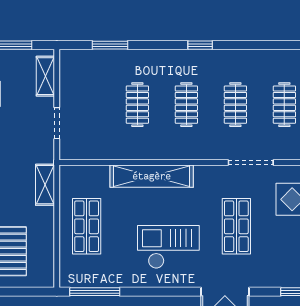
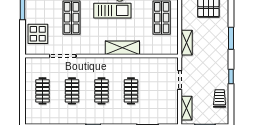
shelving: (152, 176) -> (122, 48), width x0.68

